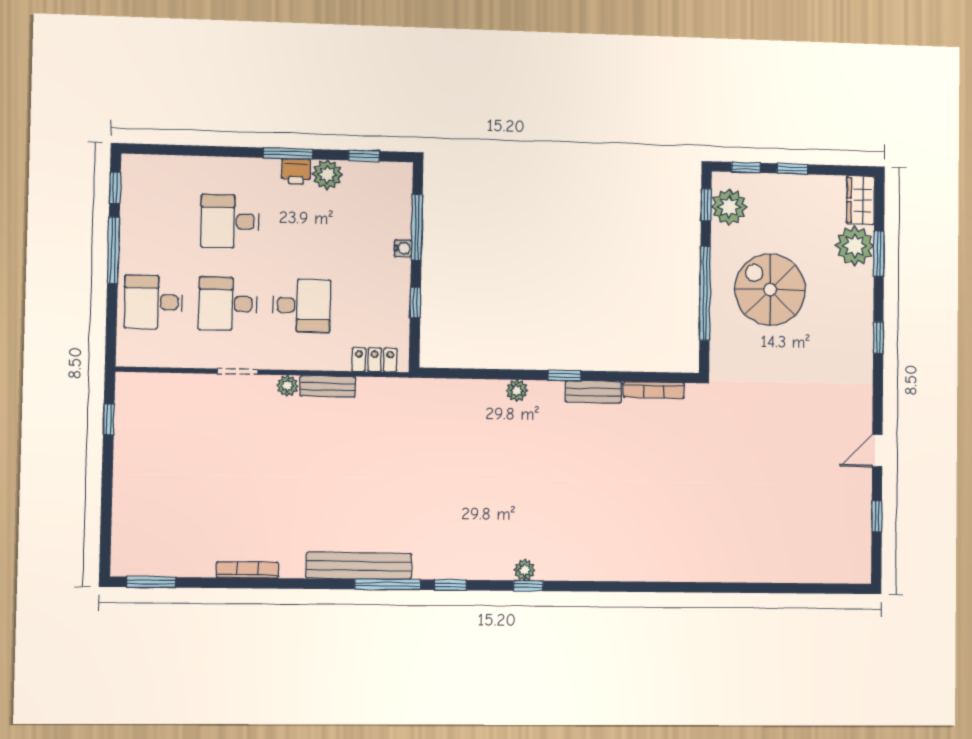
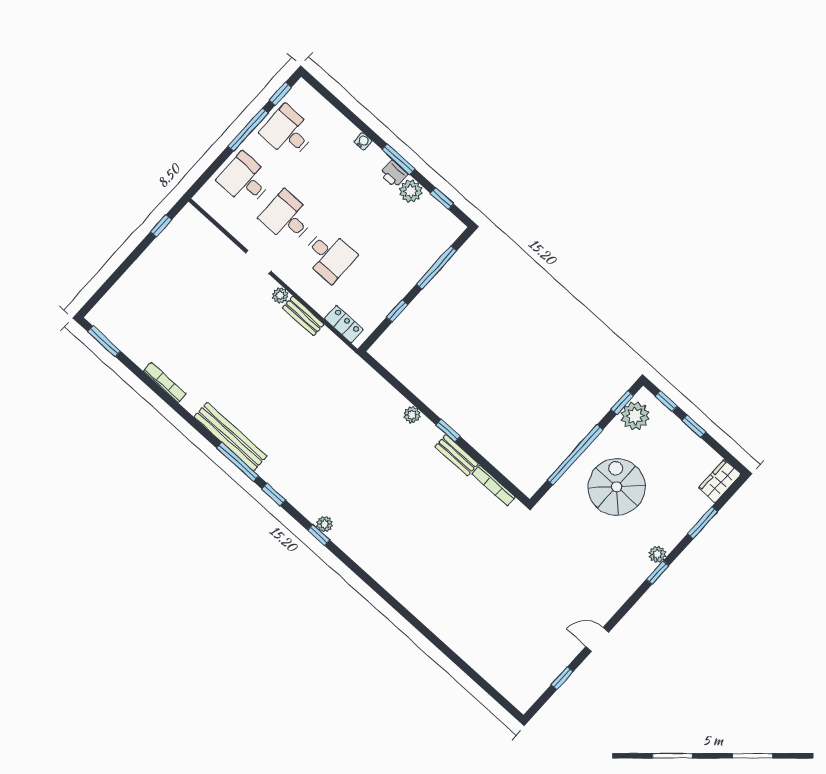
desk: (230, 221) -> (288, 132), moved
plant: (855, 246) -> (657, 554), moved, width x0.53, depth x0.53
water cooler: (403, 248) -> (363, 141), moved, turned -90

